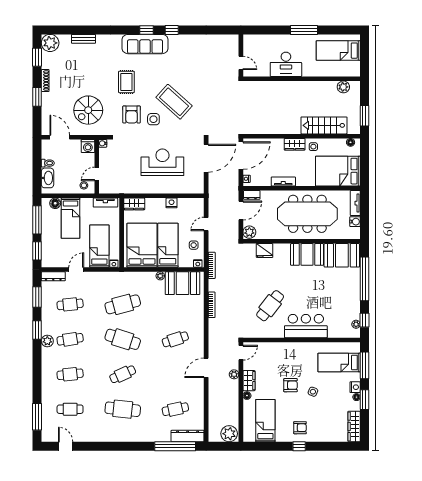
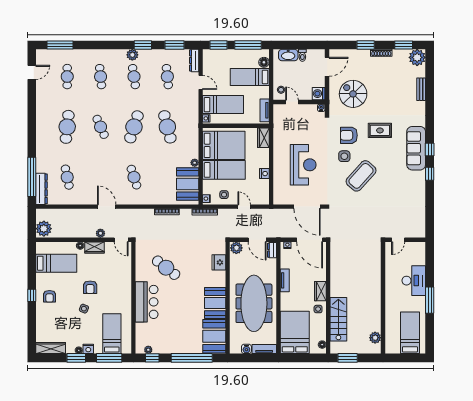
desk: (286, 64) -> (414, 281), moved, turned 180

